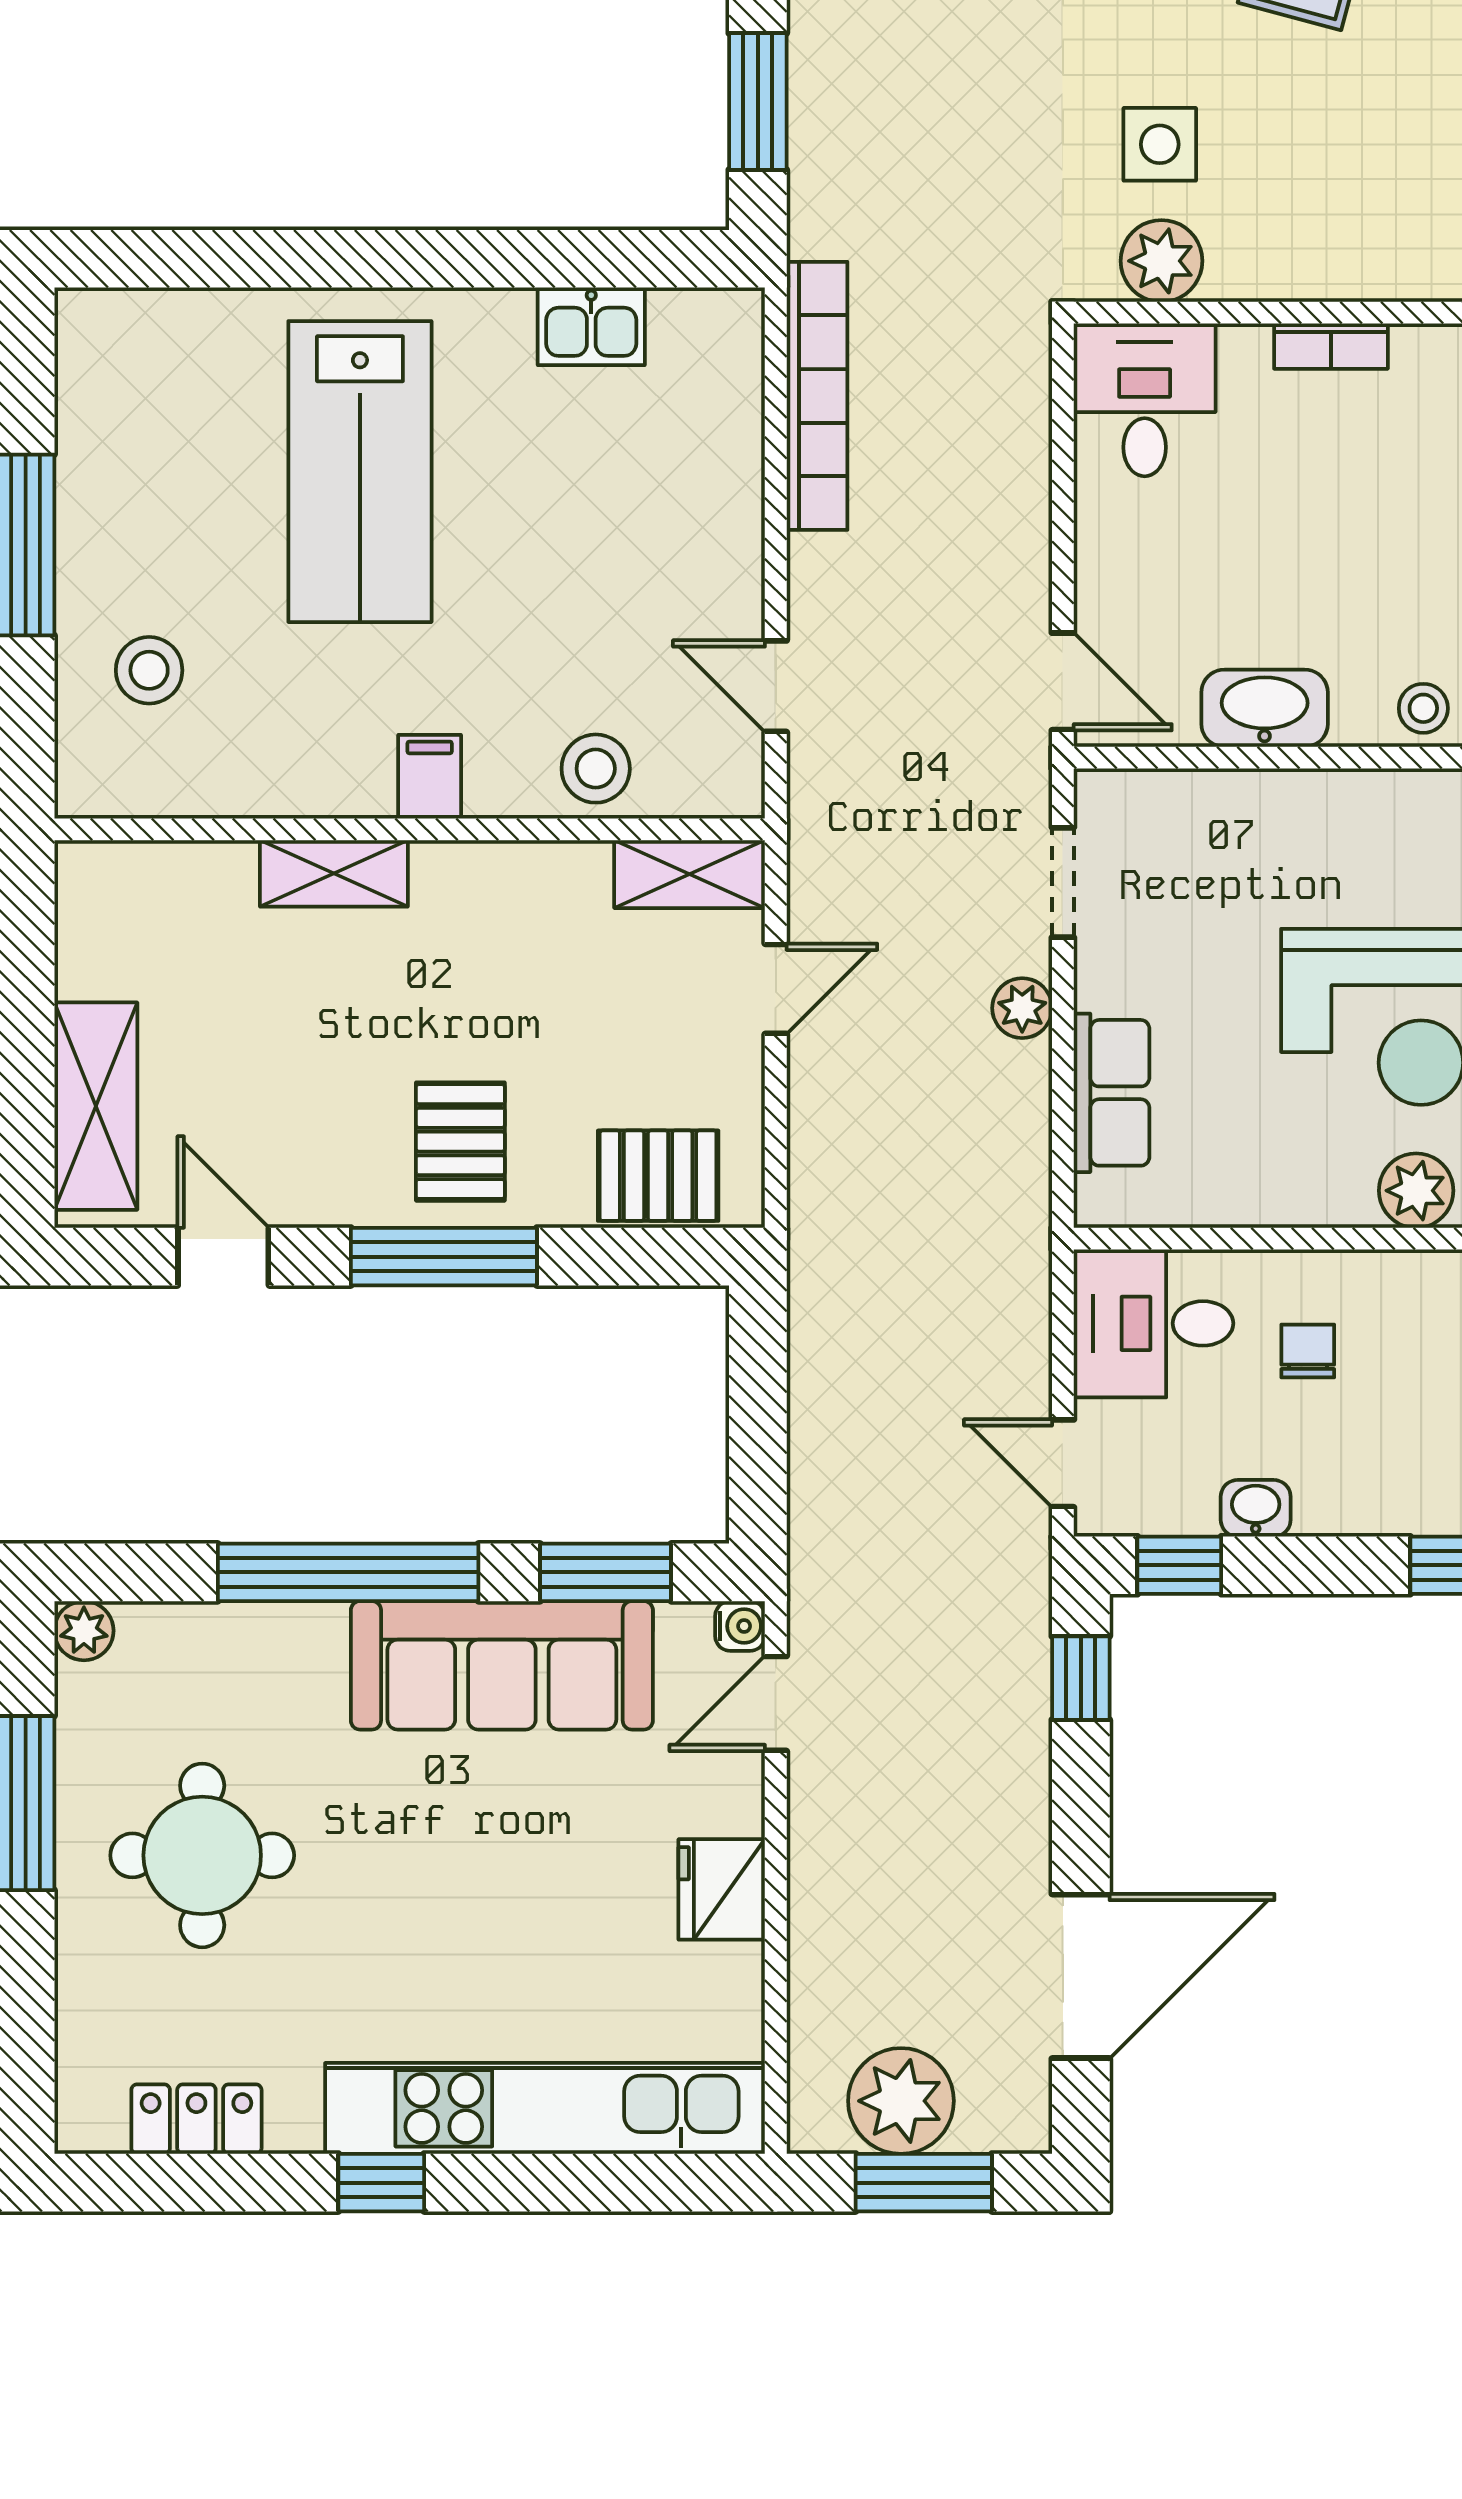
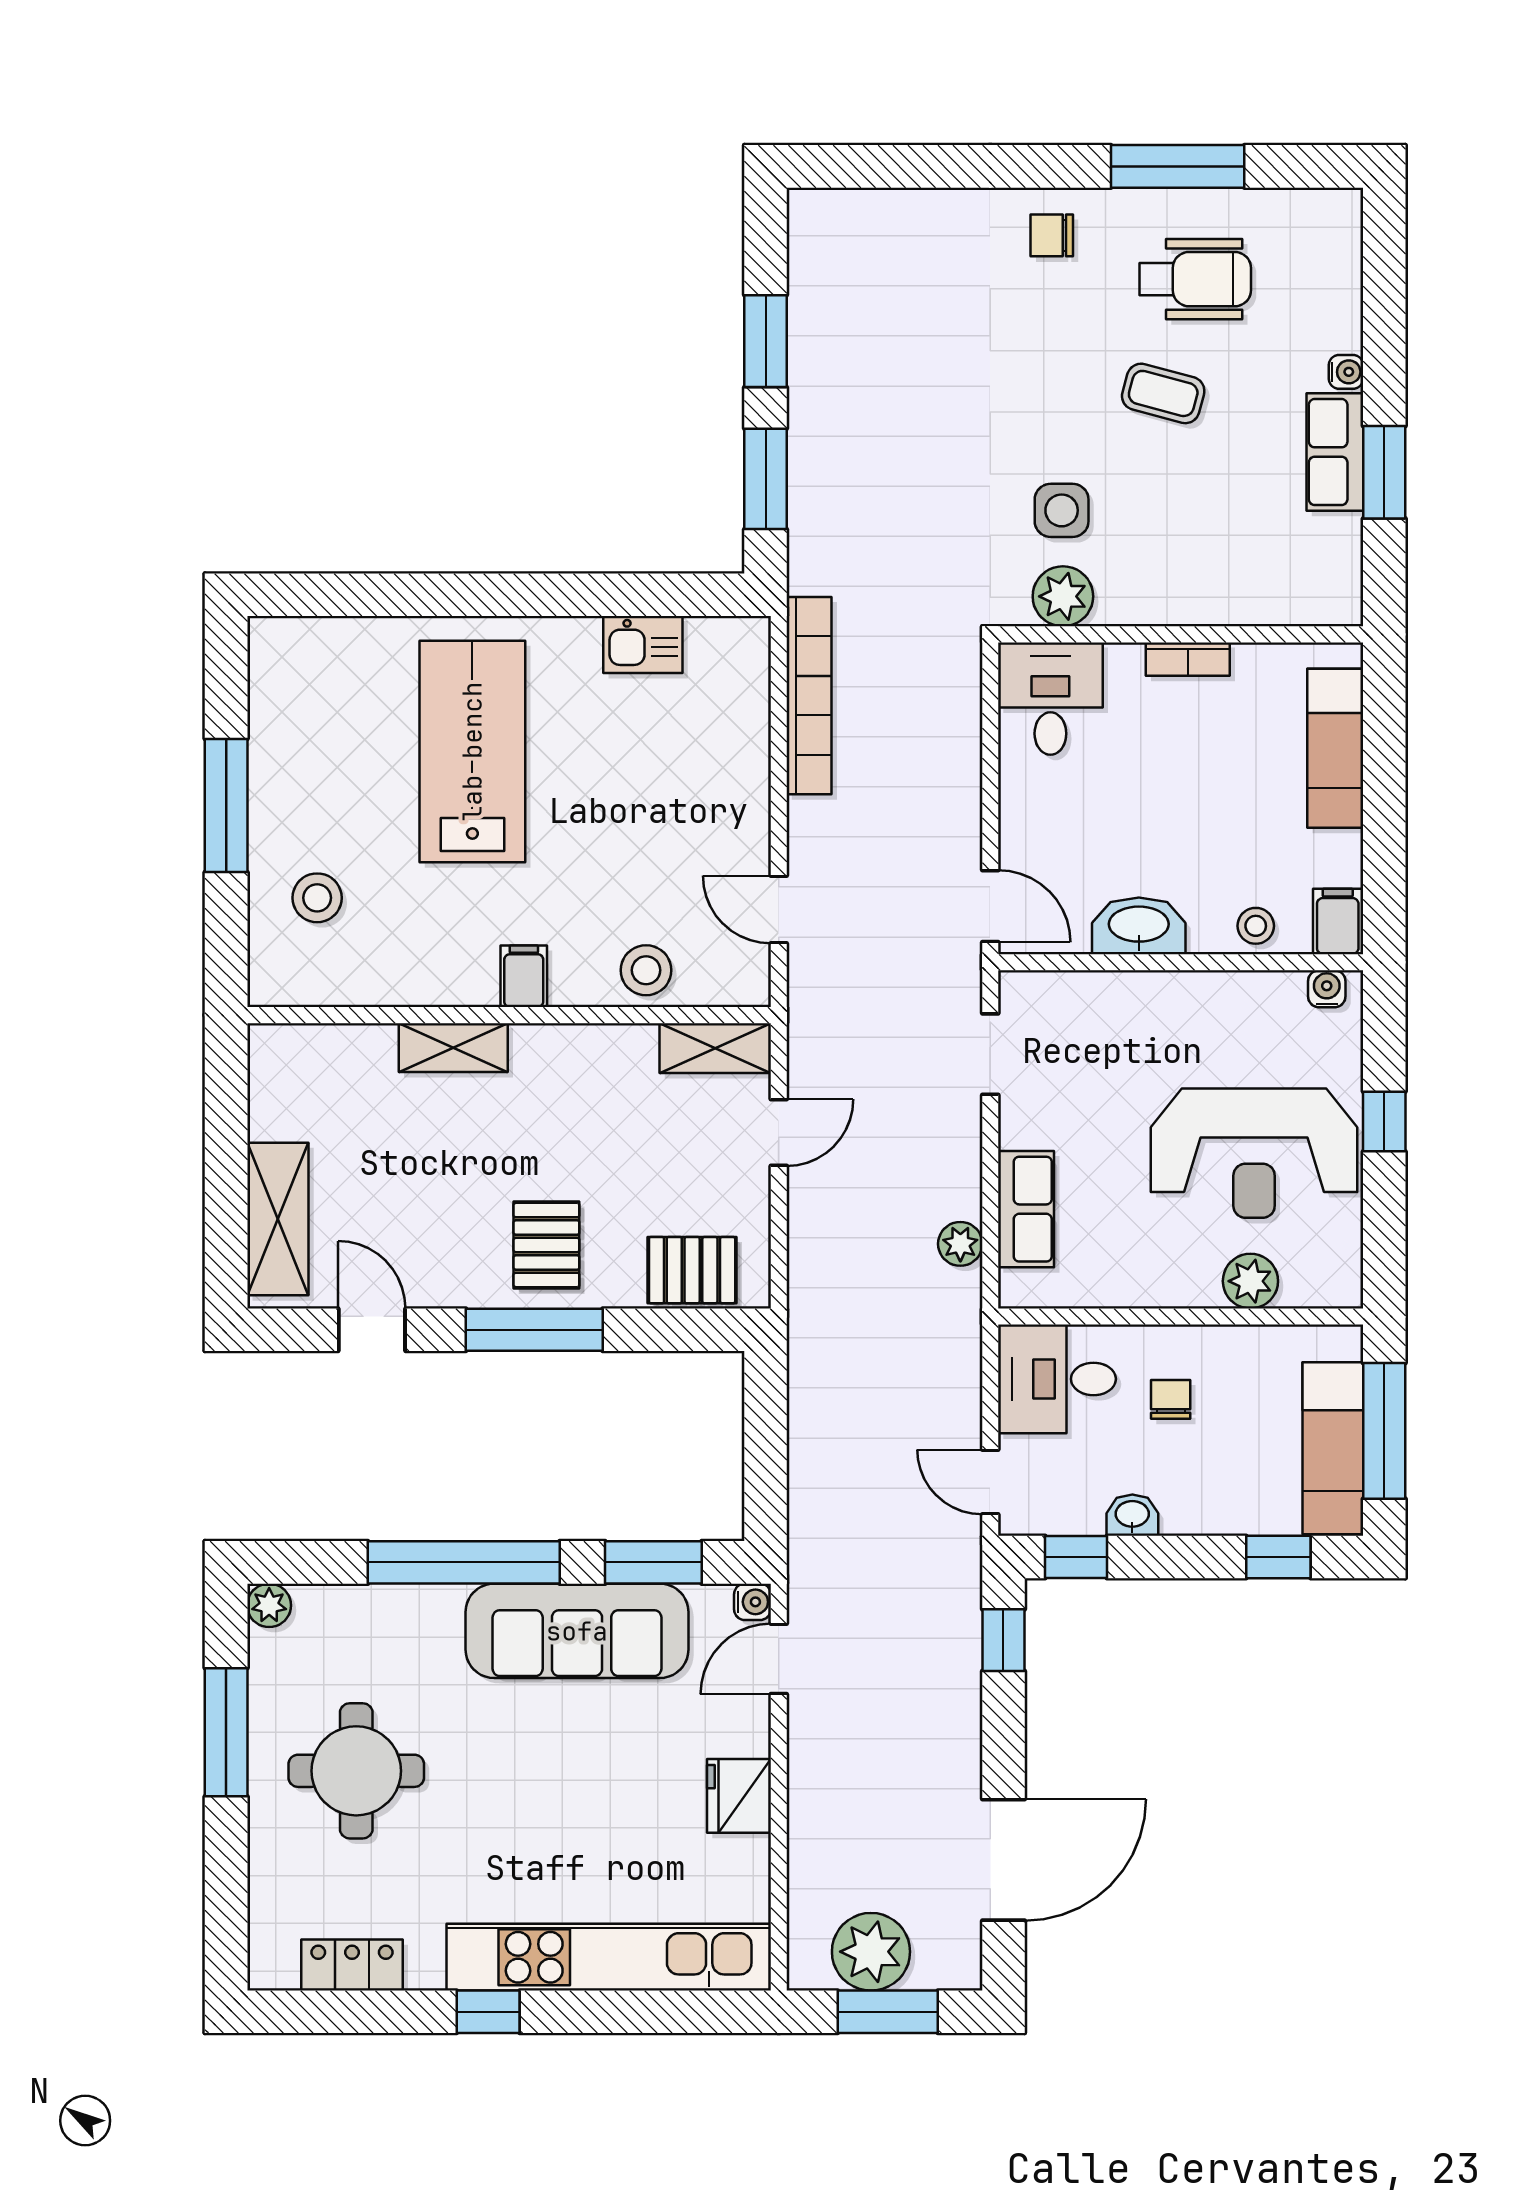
lab bench: (360, 472) -> (472, 751), turned 180
plant: (1022, 1008) -> (960, 1244), moved

